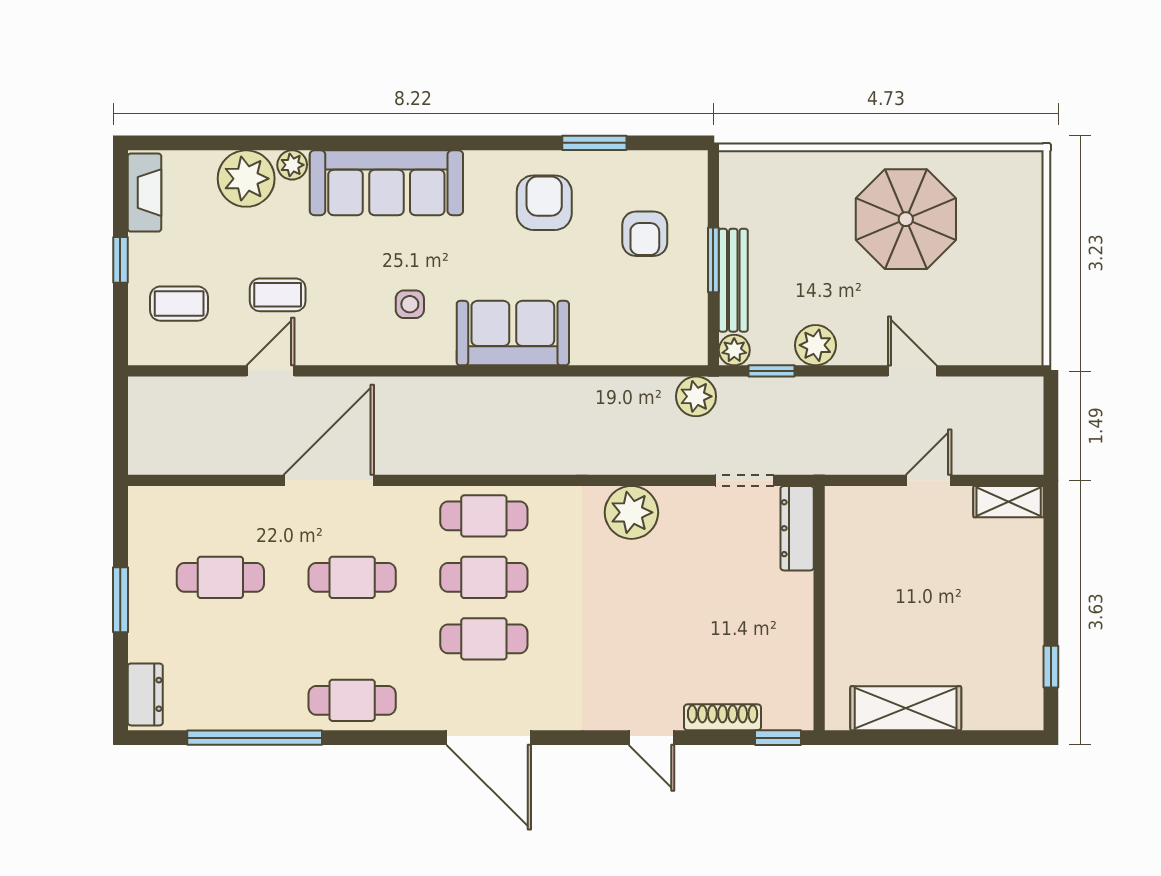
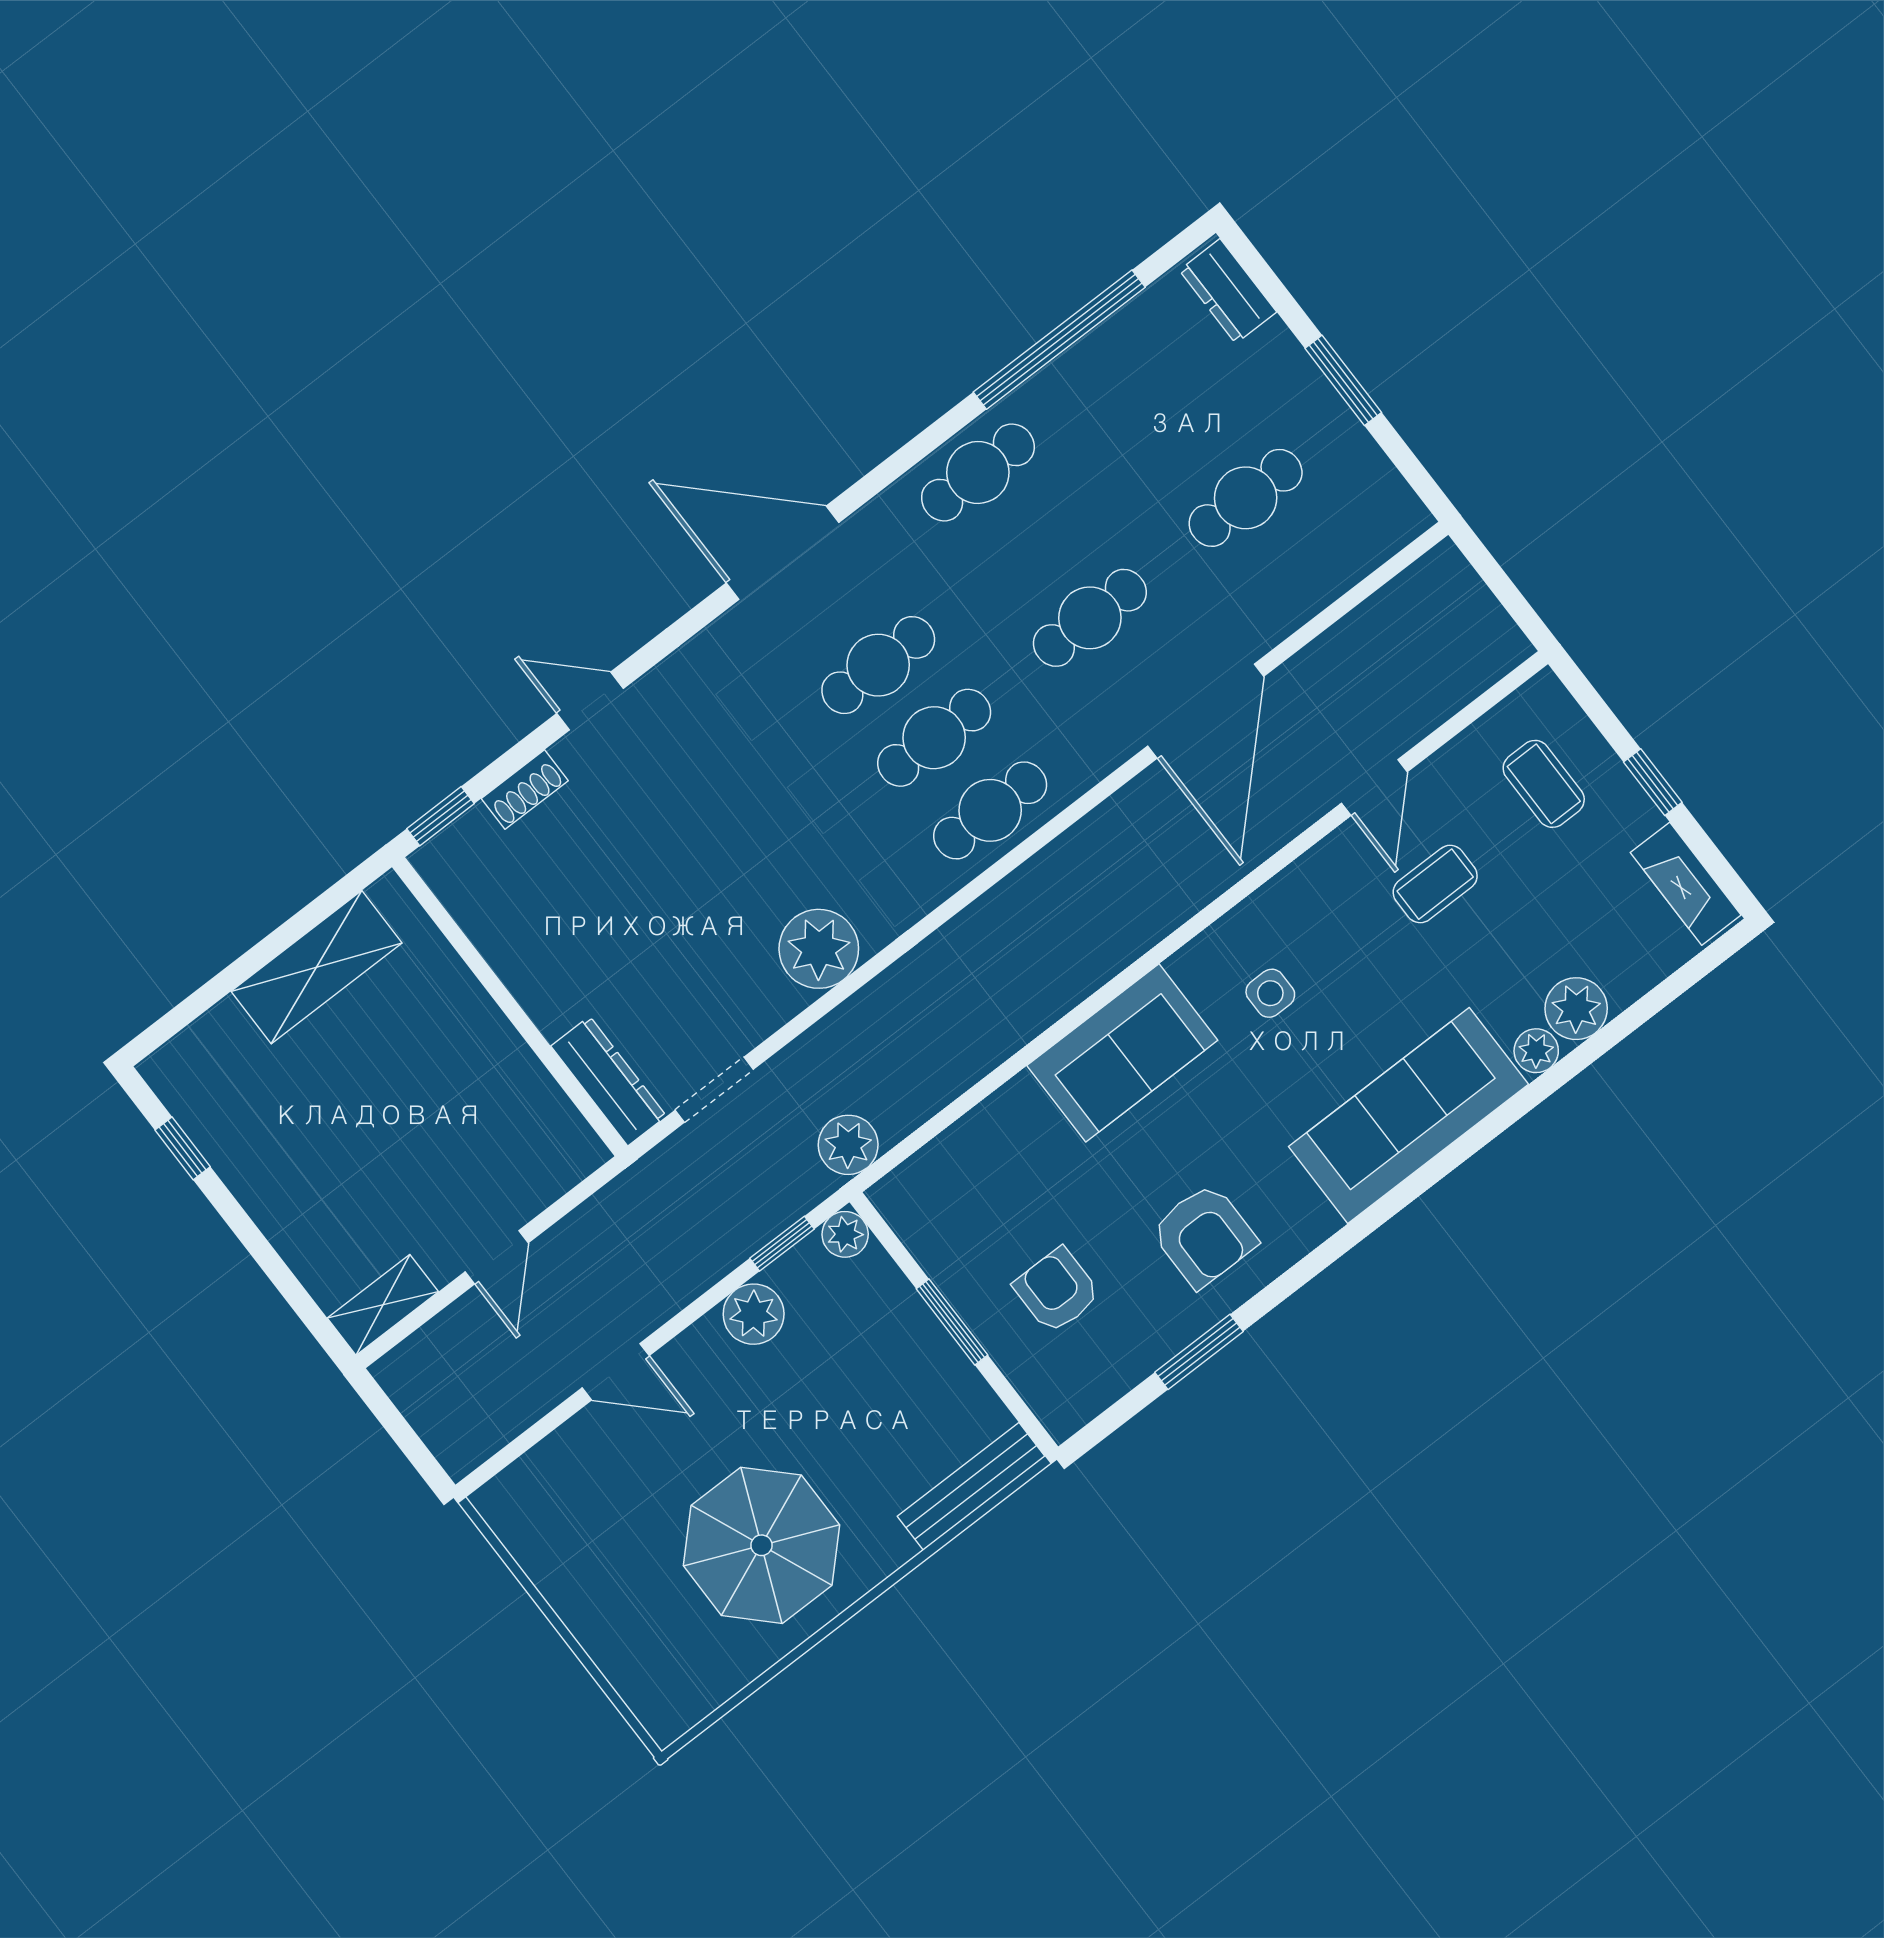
plant: (246, 179) -> (1576, 1009), width x0.73, depth x0.73
bench: (733, 280) -> (971, 1486), moved, turned 90
coffee table: (179, 304) -> (1544, 784), turned 90
shoe rack: (723, 717) -> (525, 790), width x0.70

